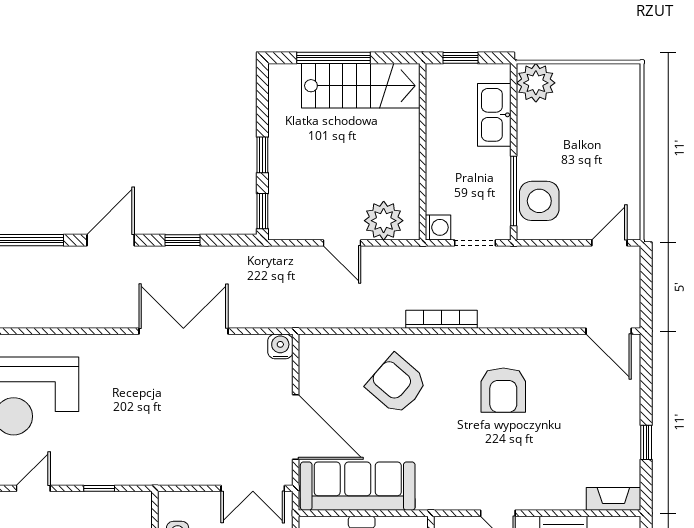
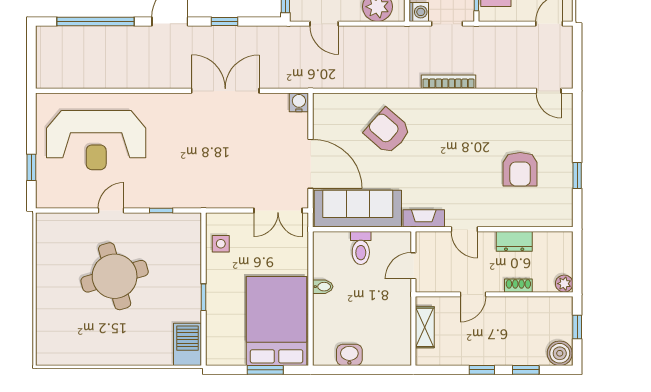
door: (342, 243) -> (324, 24), moved
bookcase: (441, 319) -> (448, 82), moved
door: (609, 331) -> (549, 91), width x0.73
armchair: (503, 390) -> (520, 169), moved
fireplace: (613, 499) -> (424, 218), moved

